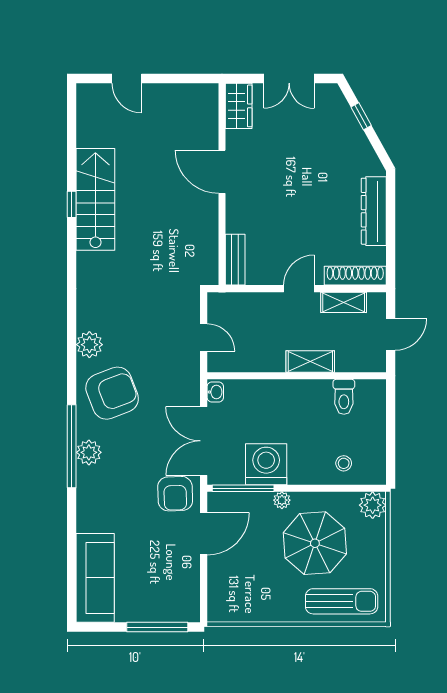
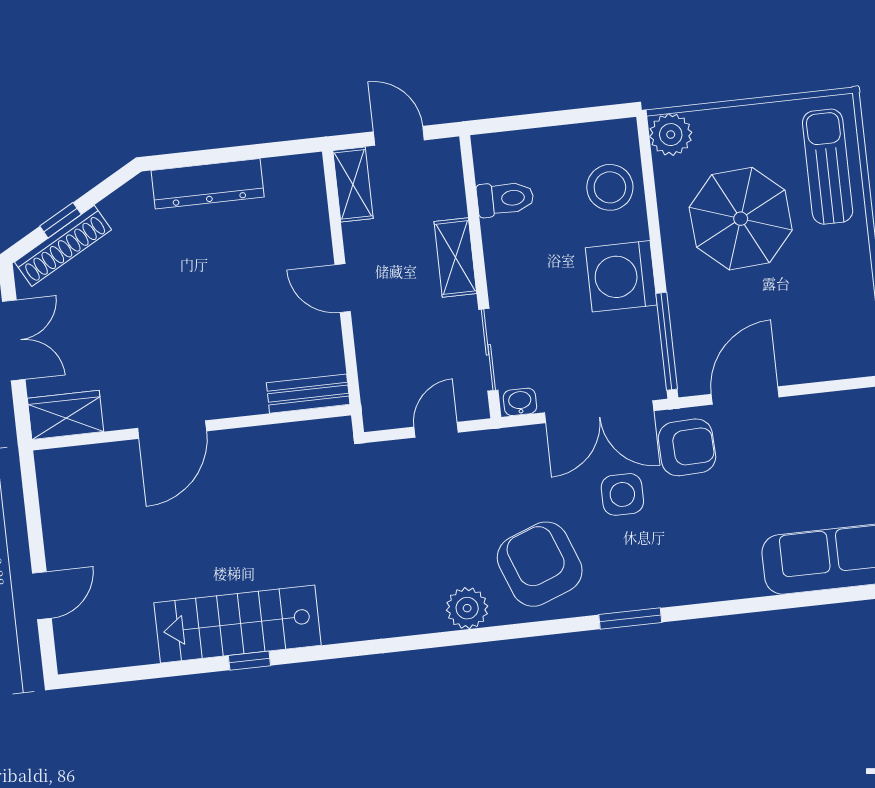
shoe rack: (355, 276) -> (63, 246), moved, turned -119
shelving: (344, 302) -> (353, 184), moved
sliding door: (250, 376) -> (488, 350), added
window: (72, 446) -> (630, 619), width x0.47
side table: (150, 450) -> (622, 494), added
plant: (89, 452) -> (637, 590), removed
stool: (344, 463) -> (610, 187), width x1.89, depth x1.89
washing machine: (266, 464) -> (621, 276), moved
plant: (282, 500) -> (679, 278), removed
door: (204, 534) -> (745, 396), hinge flipped

